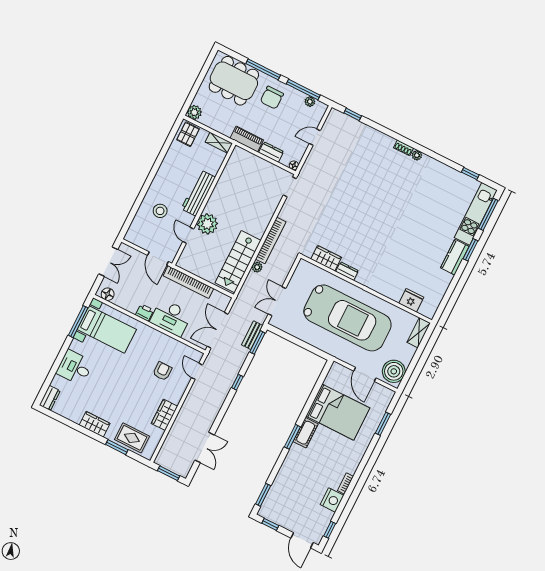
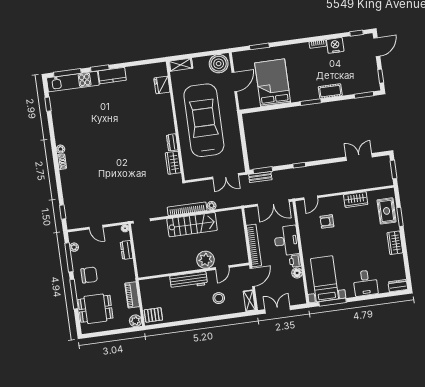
dining table: (234, 81) -> (95, 309), width x0.73
piano: (247, 139) -> (132, 295), moved
shelving: (219, 143) -> (249, 301), moved
stairs: (238, 262) -> (192, 225), moved
floor lamp: (108, 294) -> (297, 273), moved
cot: (306, 433) -> (330, 91), moved

